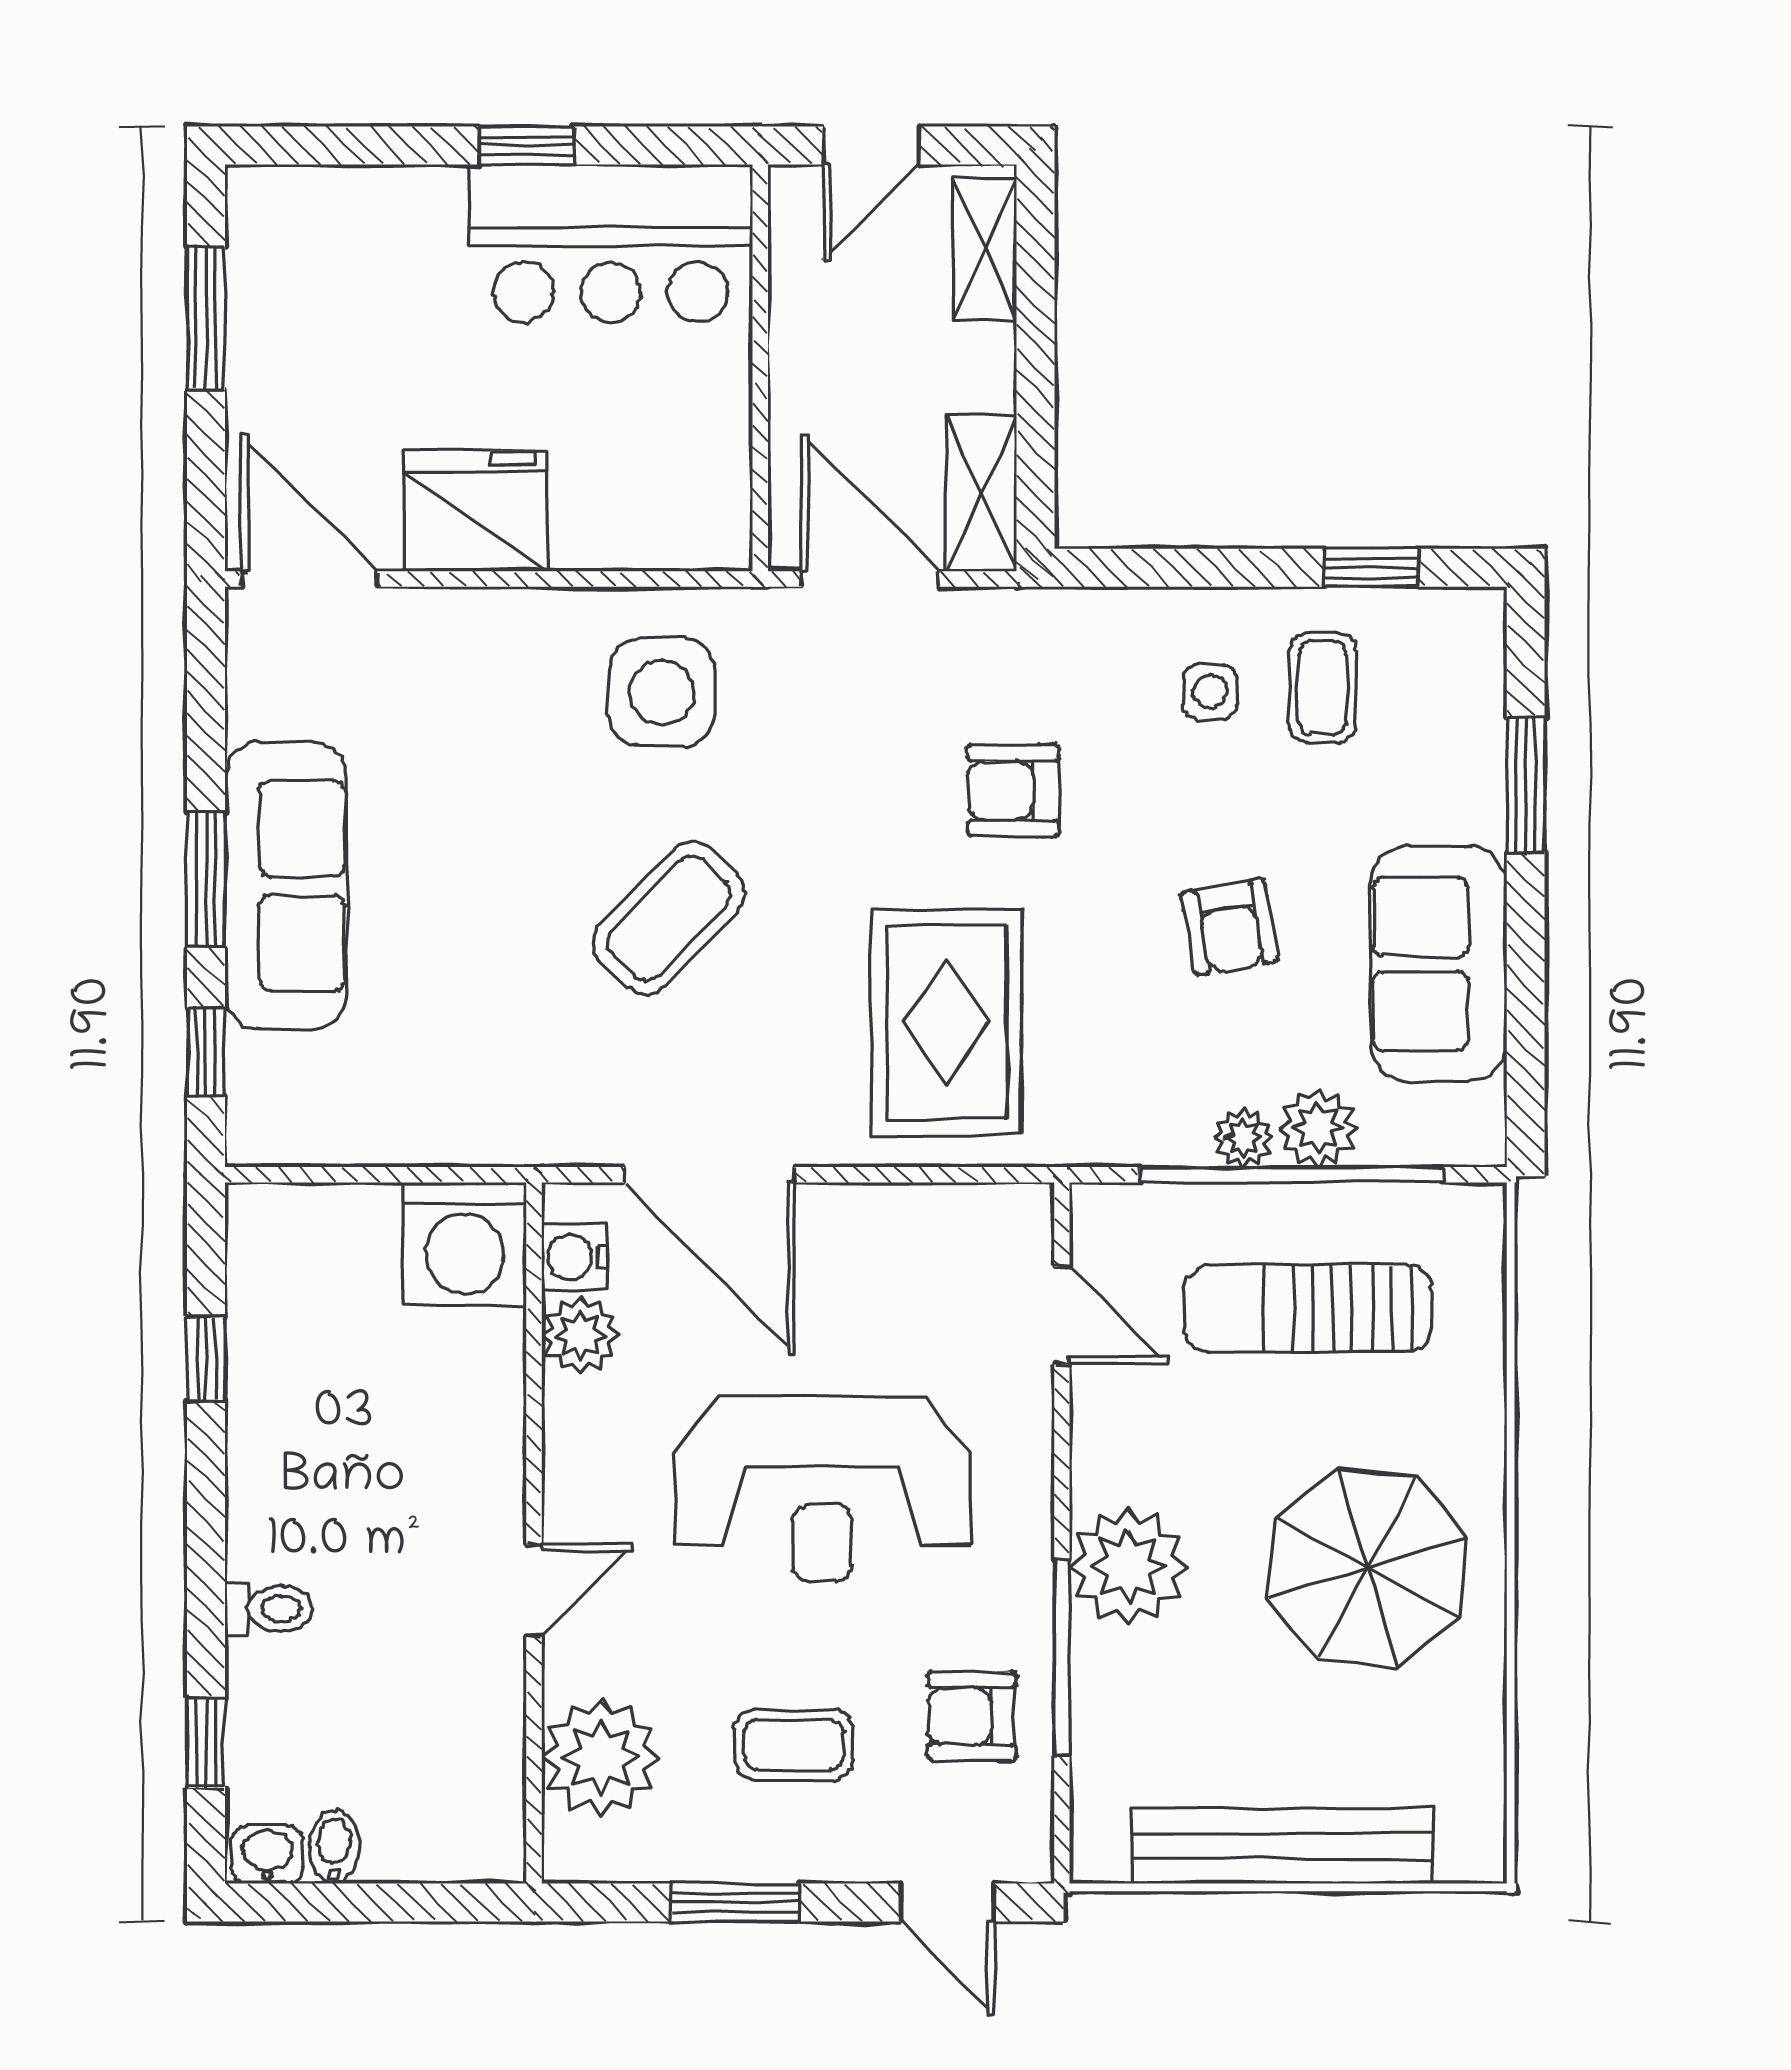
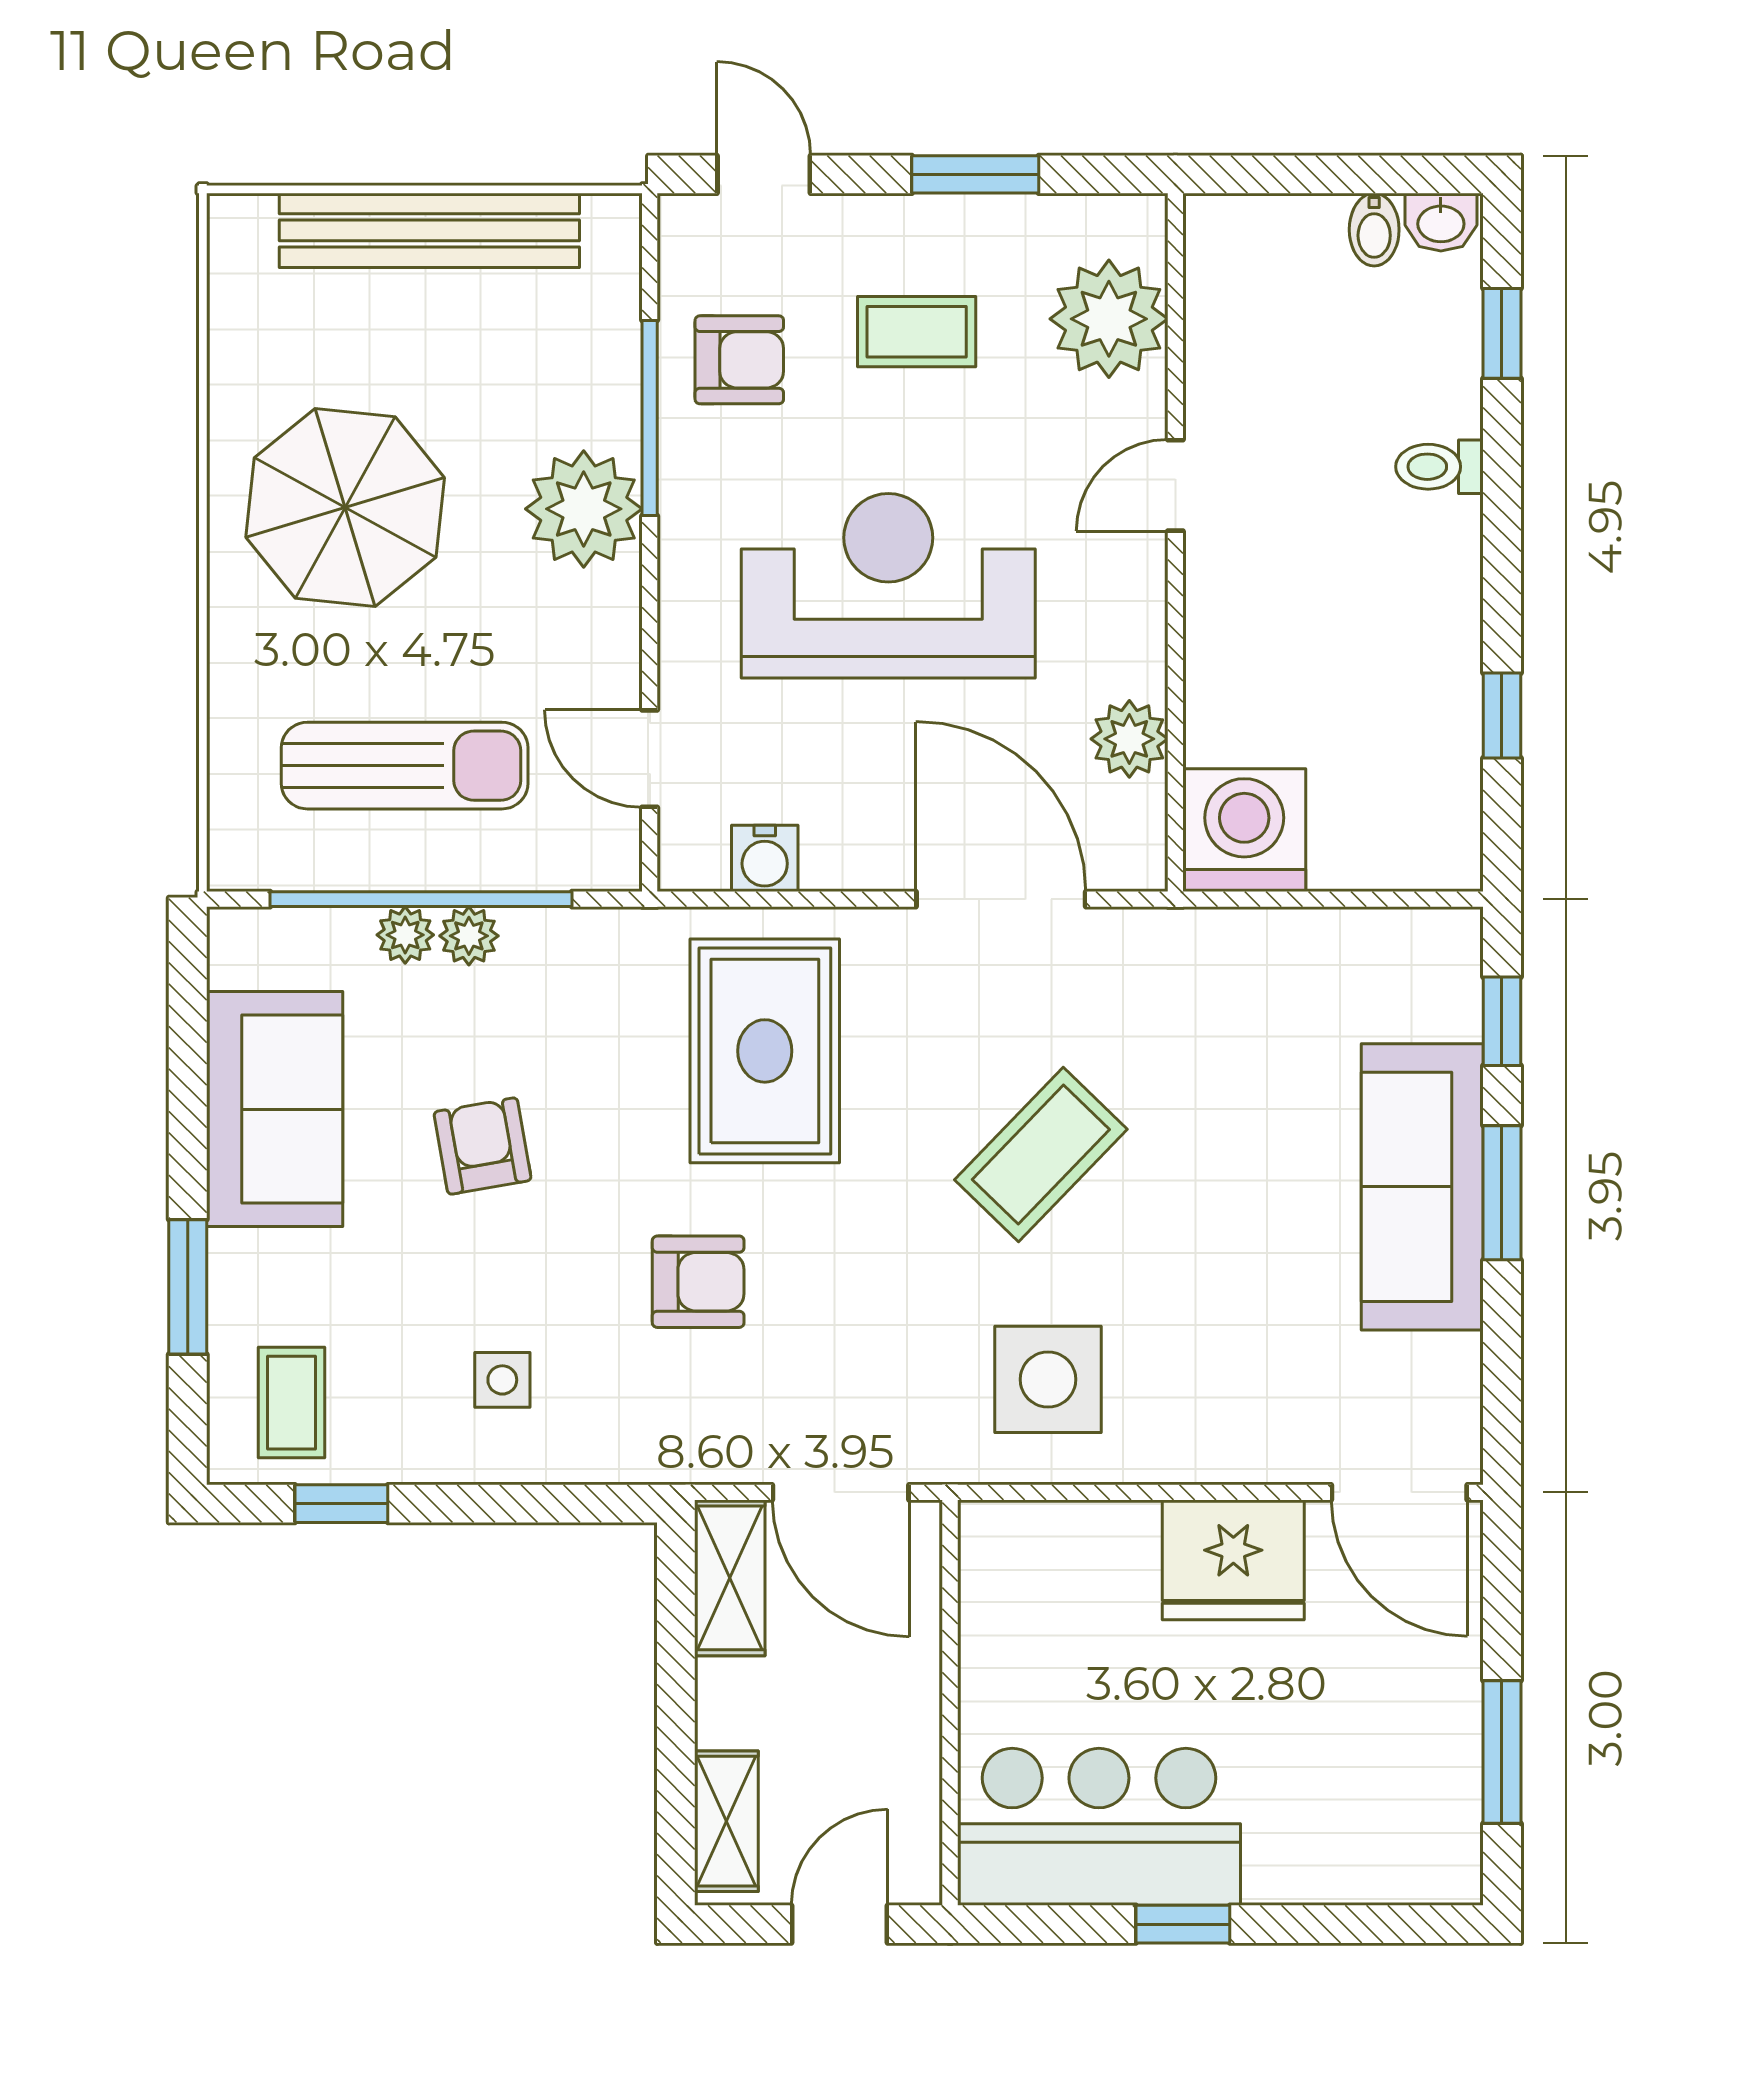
coffee table: (1322, 688) -> (291, 1403), moved
plant: (1318, 1128) -> (405, 935), width x0.73, depth x0.73
water cooler: (575, 1258) -> (765, 858), moved, turned 90

